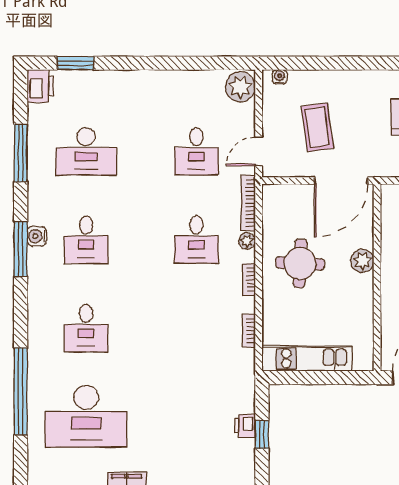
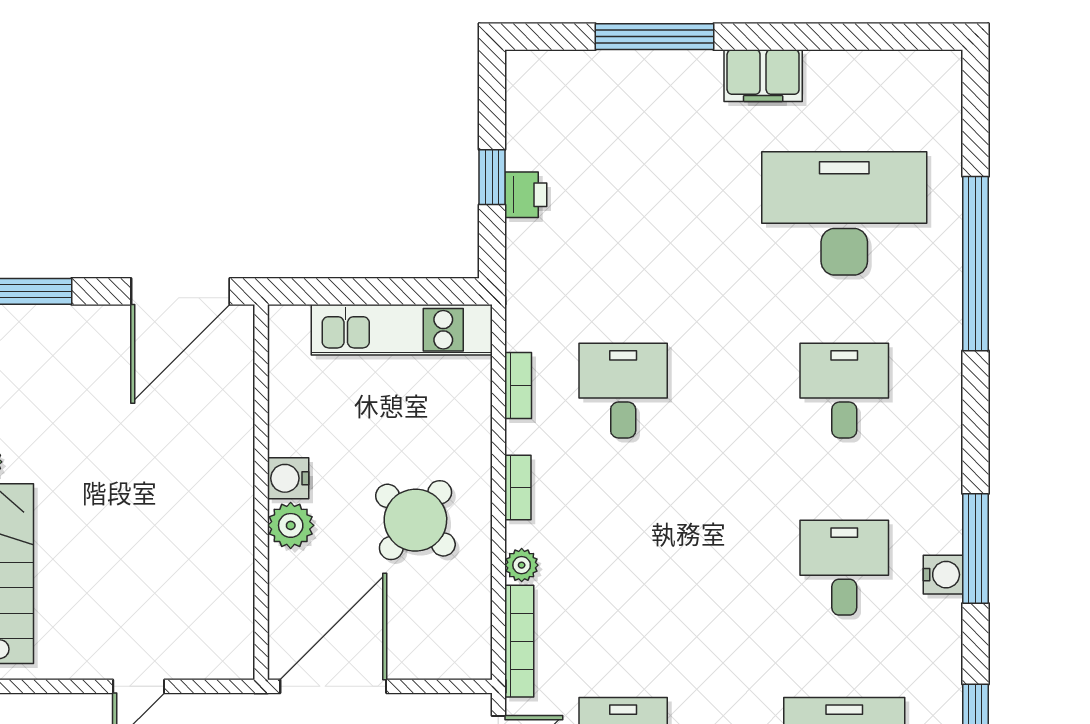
desk: (196, 240) -> (623, 391), moved
round table: (300, 263) -> (415, 520), turned 38
water cooler: (364, 284) -> (288, 478), added

